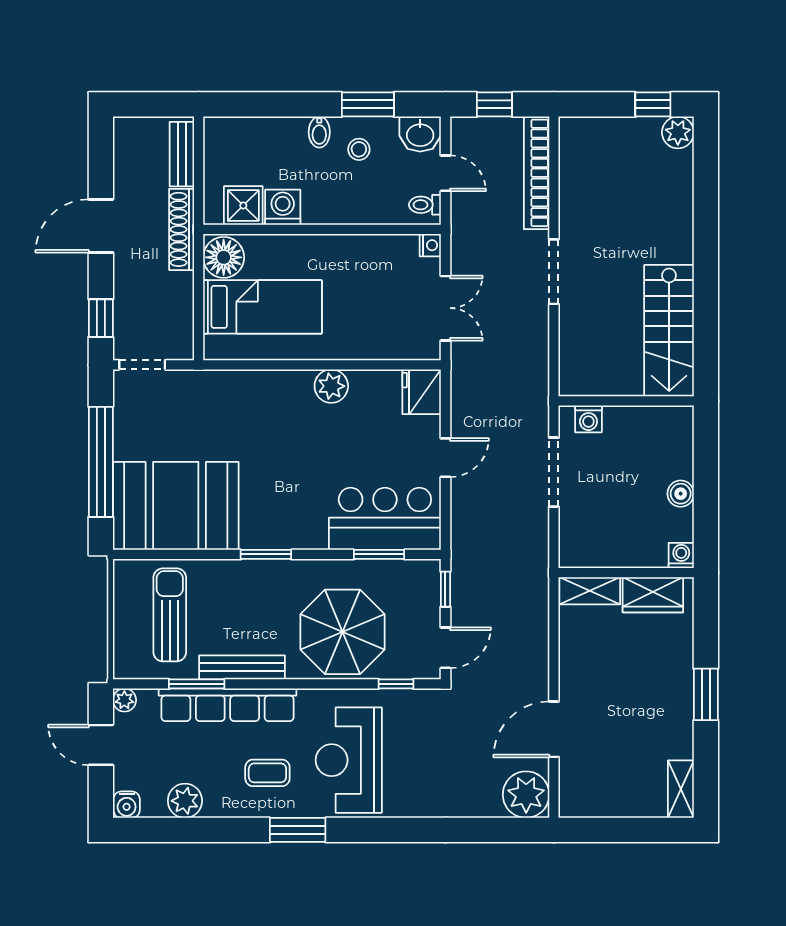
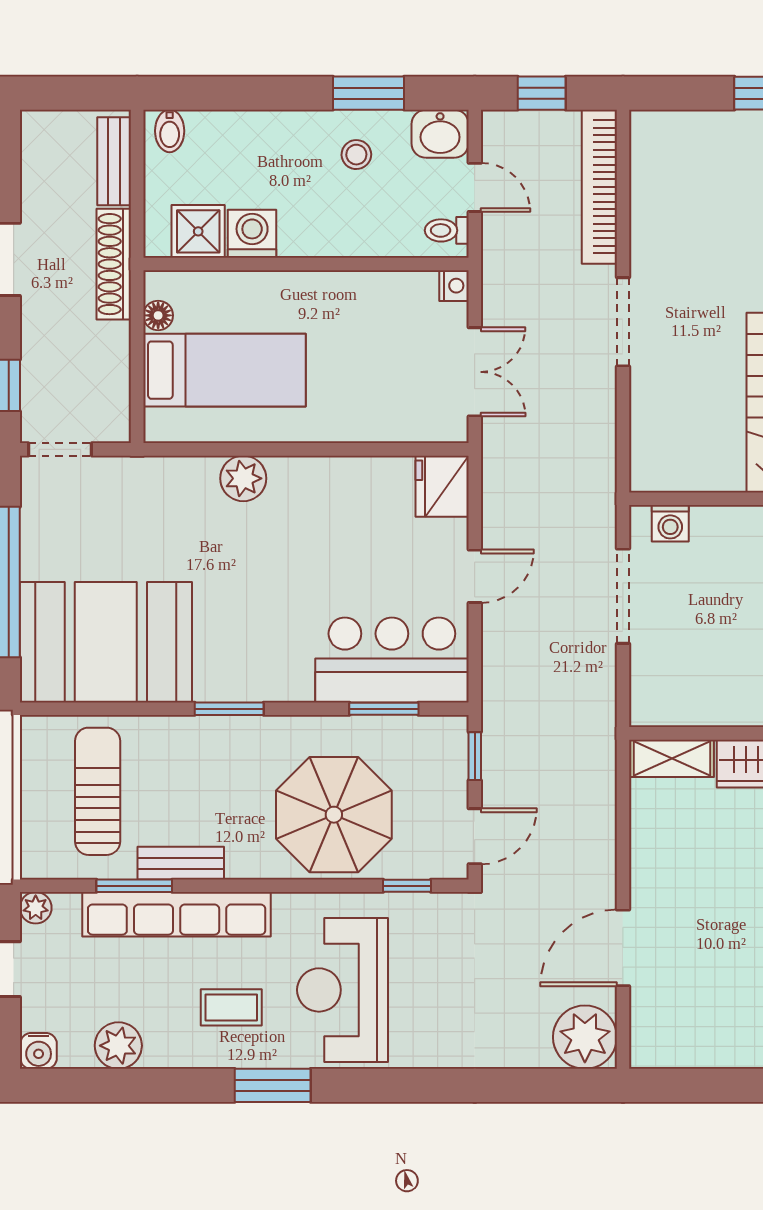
bidet: (319, 132) -> (170, 131), moved
floor lamp: (224, 257) -> (158, 315), width x0.53, depth x0.53
plant: (331, 386) -> (243, 478), moved
bench: (242, 667) -> (181, 863), width x0.73

